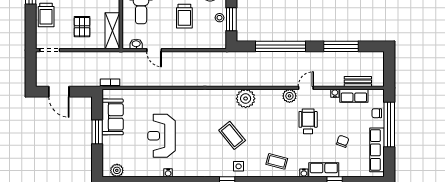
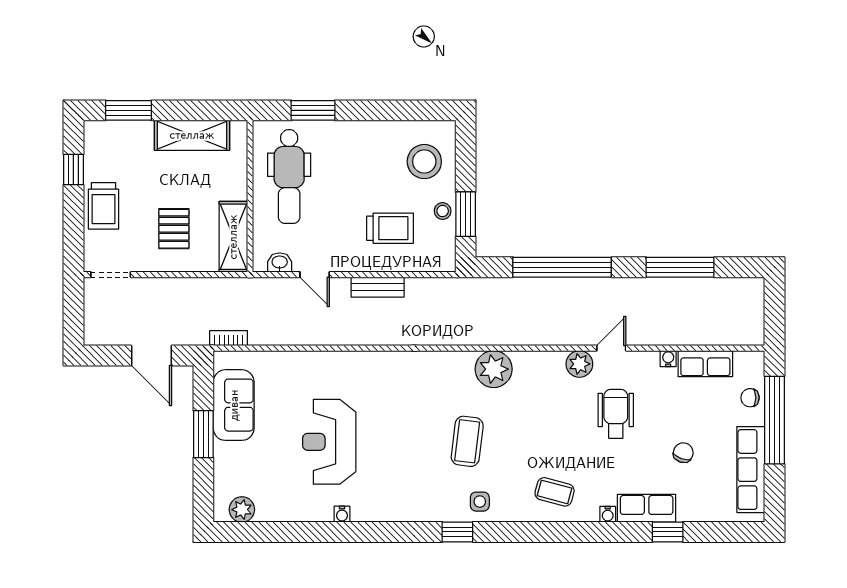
trolley: (184, 16) -> (390, 228), moved, turned -90
bench: (358, 81) -> (378, 287), moved
door: (59, 92) -> (151, 356), moved
coffee table: (232, 135) -> (467, 441), turned 46

